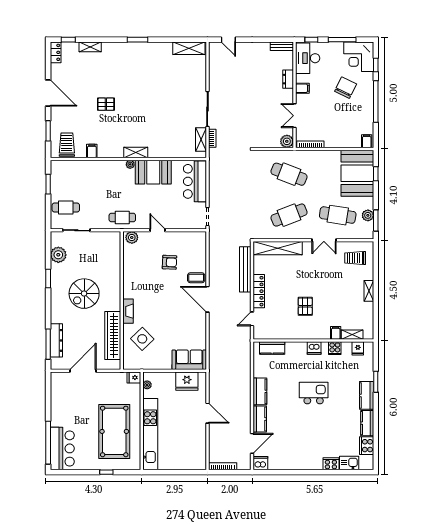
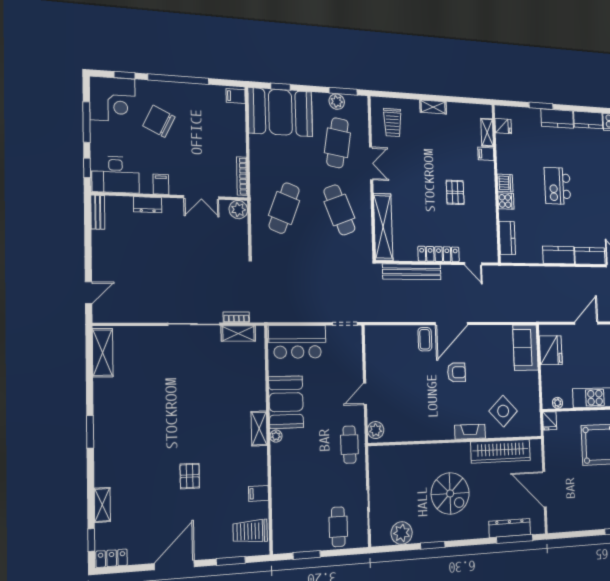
armchair: (170, 262) -> (457, 372), moved, turned 87
pallet: (305, 306) -> (455, 192), turned 90
cooker: (335, 348) -> (506, 201), moved

